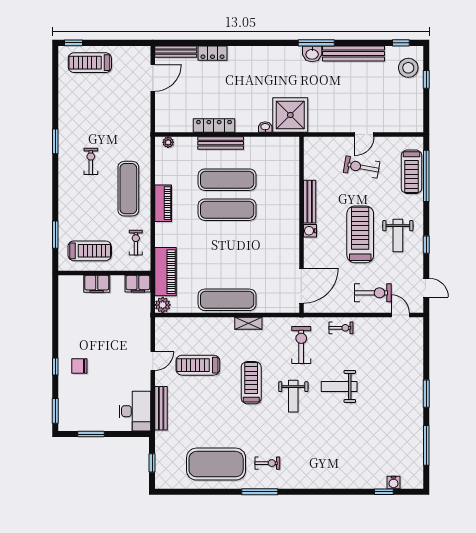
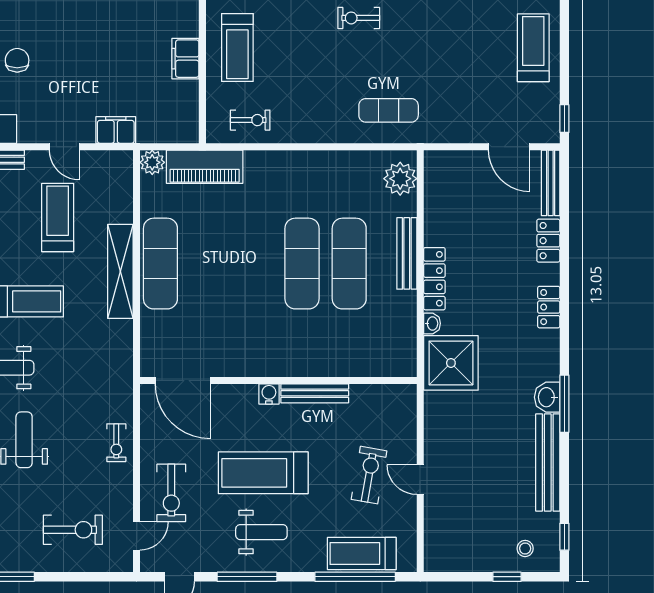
window: (74, 43) -> (564, 119), moved
locker: (255, 53) -> (549, 307), added
stool: (408, 68) -> (525, 548), width x0.53, depth x0.53
locker: (214, 126) -> (434, 279), moved
plant: (168, 142) -> (400, 179), width x1.88, depth x1.88
exercise bike: (91, 161) -> (359, 18), moved, turned 180
exercise mat: (128, 189) -> (389, 110), moved, width x0.73, depth x0.69
piano: (163, 203) -> (312, 163), removed
treadmill: (360, 234) -> (263, 473), turned 180
weight bench: (398, 236) -> (261, 532), turned 180
window: (426, 245) -> (247, 577), width x2.17
filing cabinet: (138, 284) -> (116, 130), moved, turned 90
shelving: (248, 323) -> (120, 271), width x2.20, depth x1.33
exercise bike: (301, 345) -> (73, 530), moved
chair: (79, 366) -> (17, 60), moved

